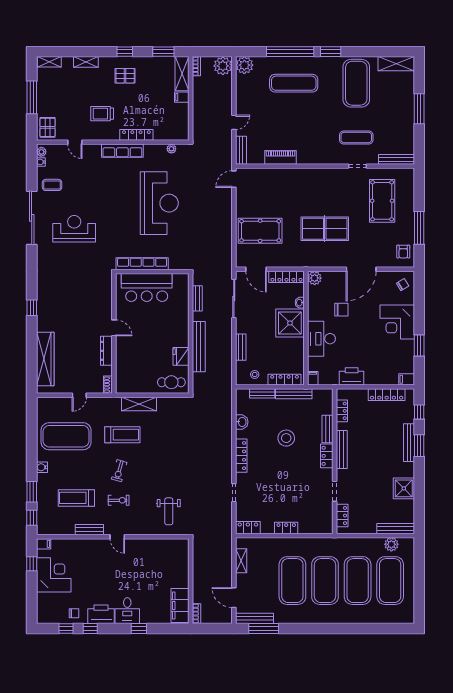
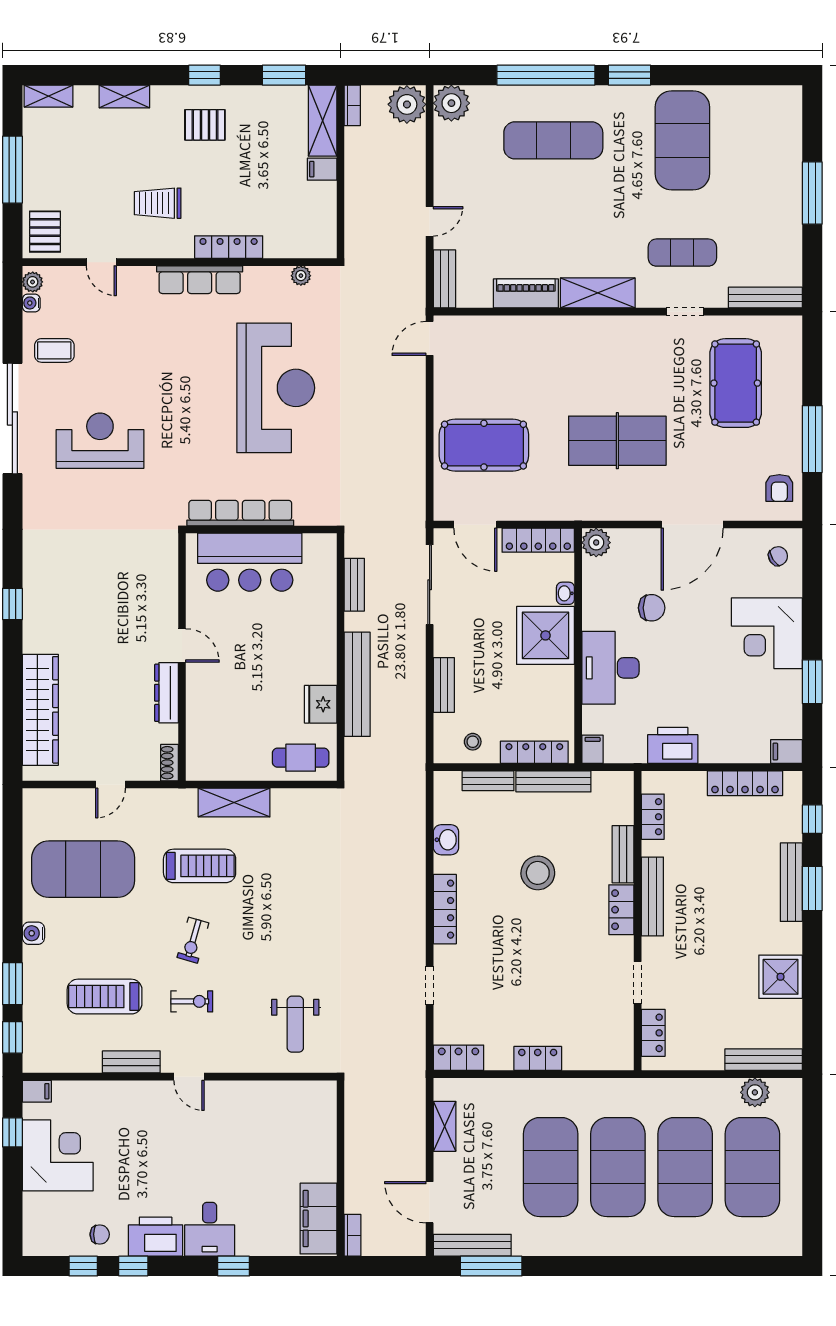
shelving: (396, 64) -> (598, 293), moved

